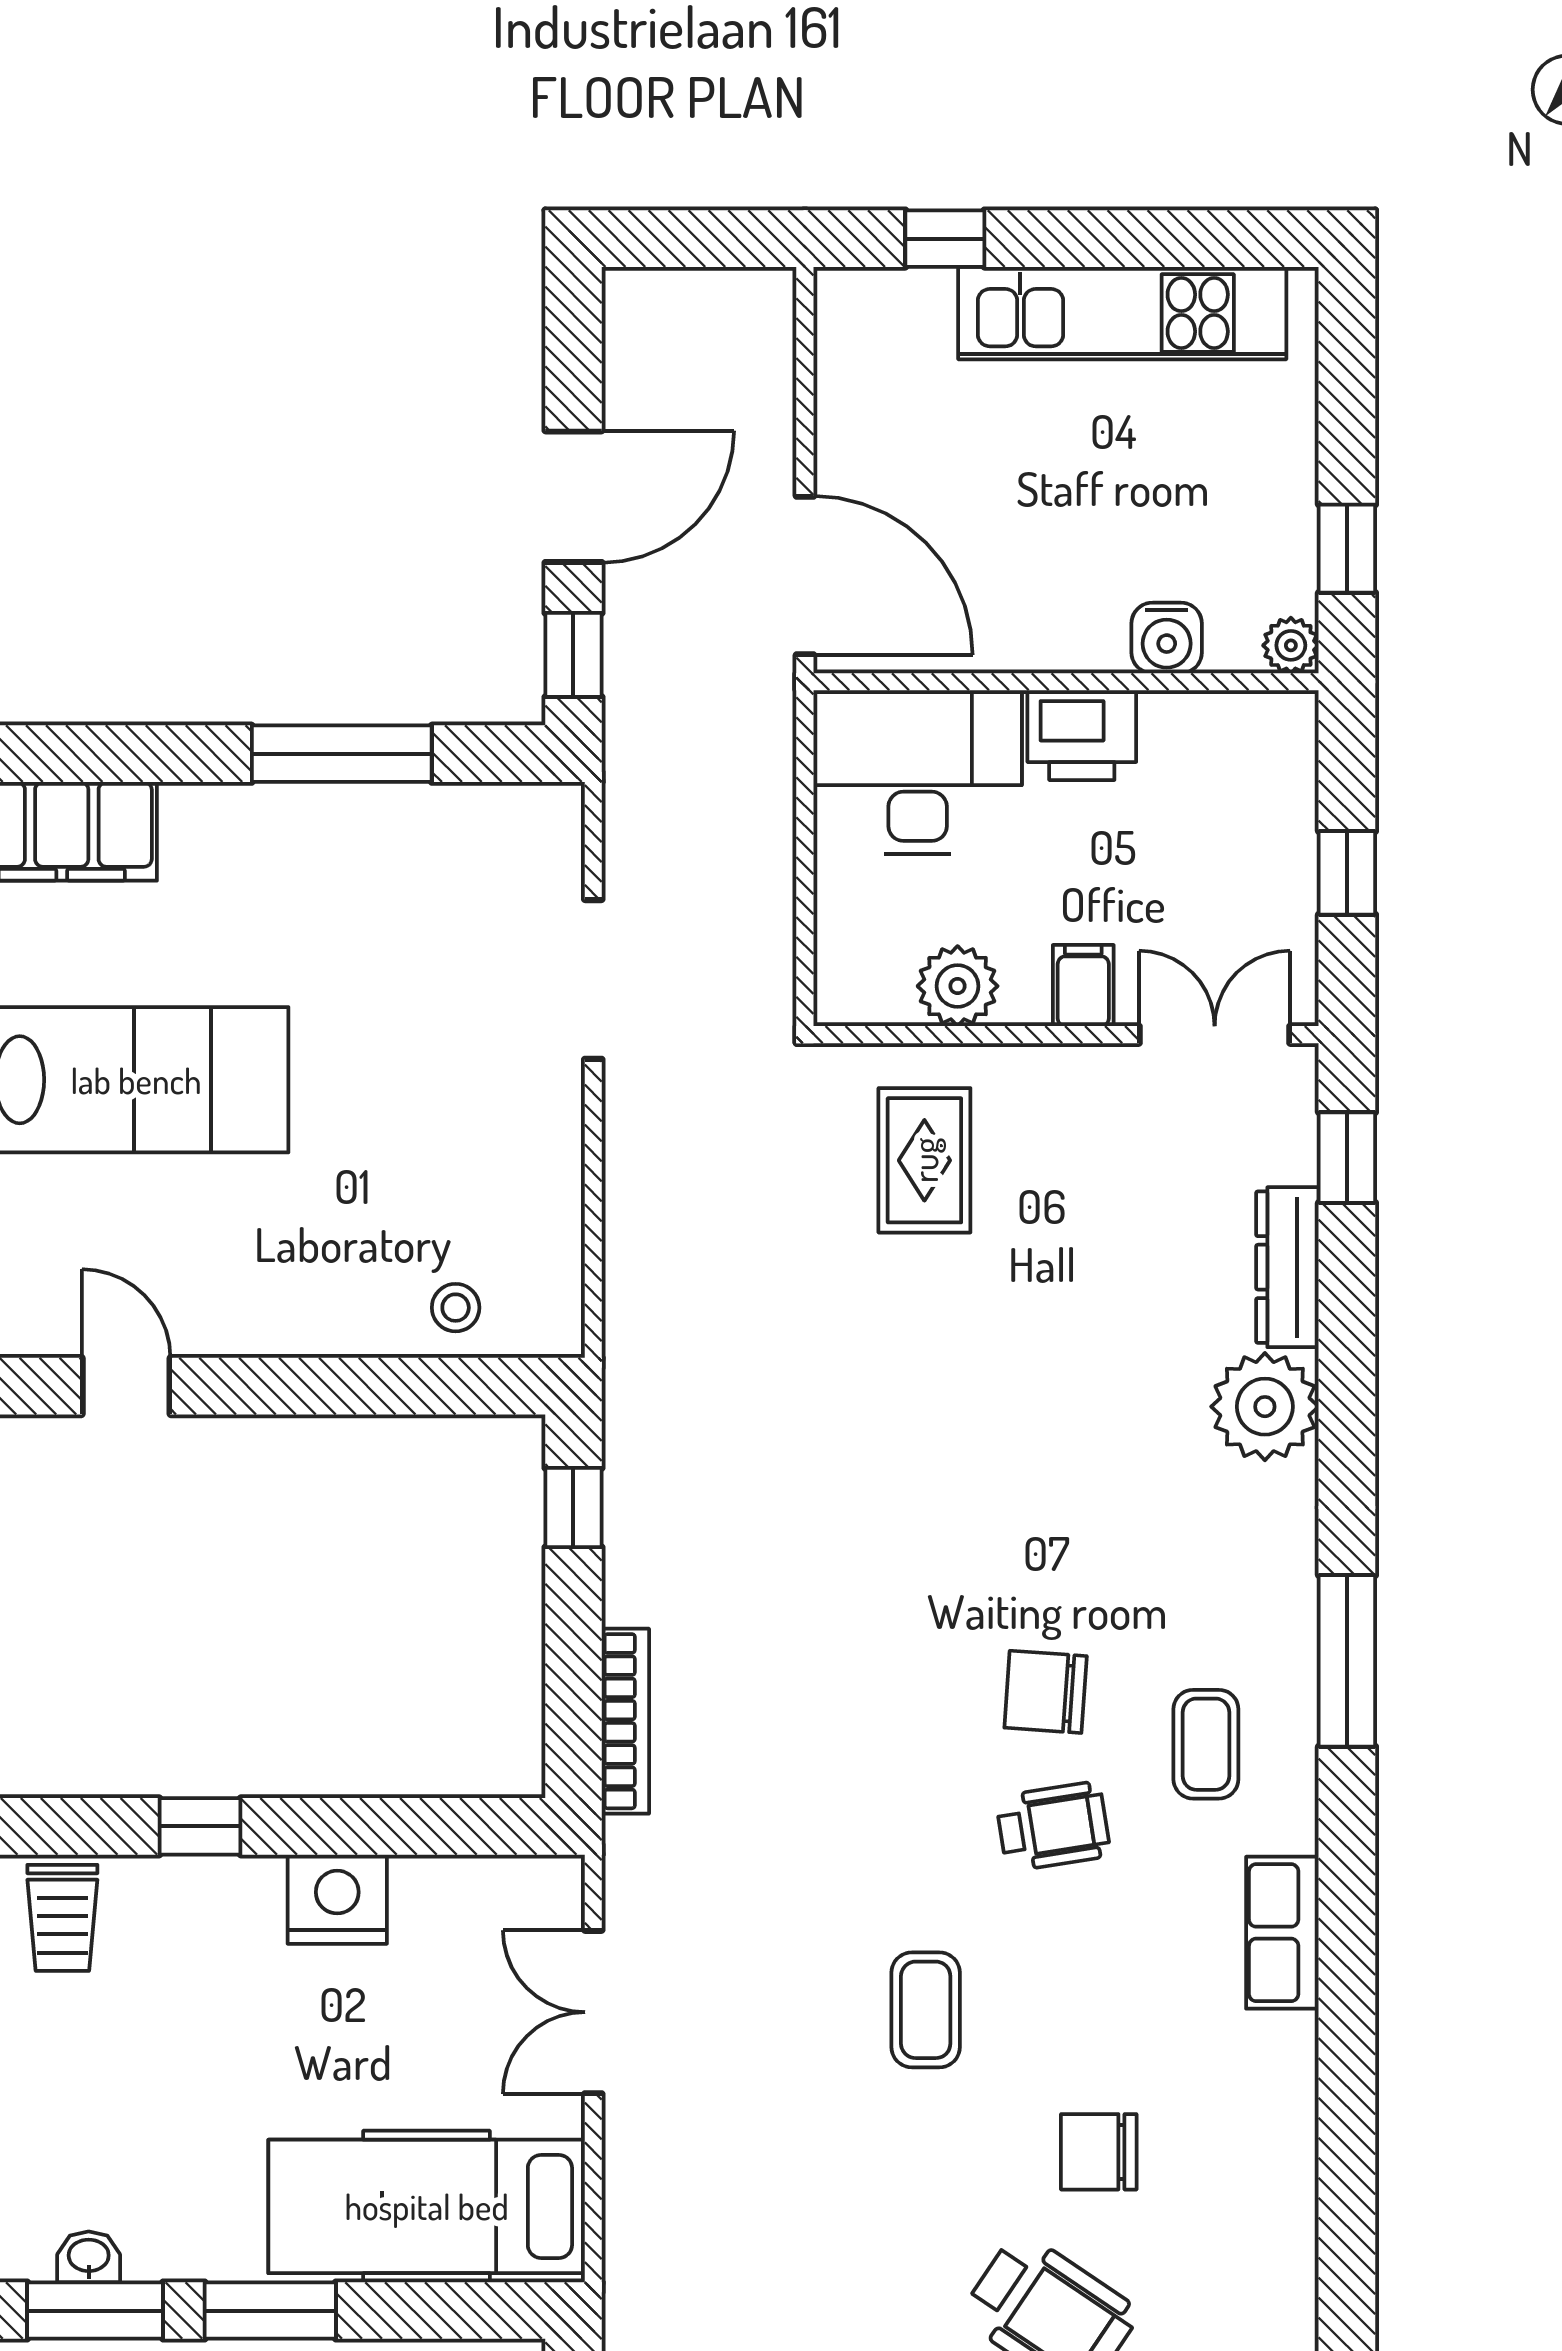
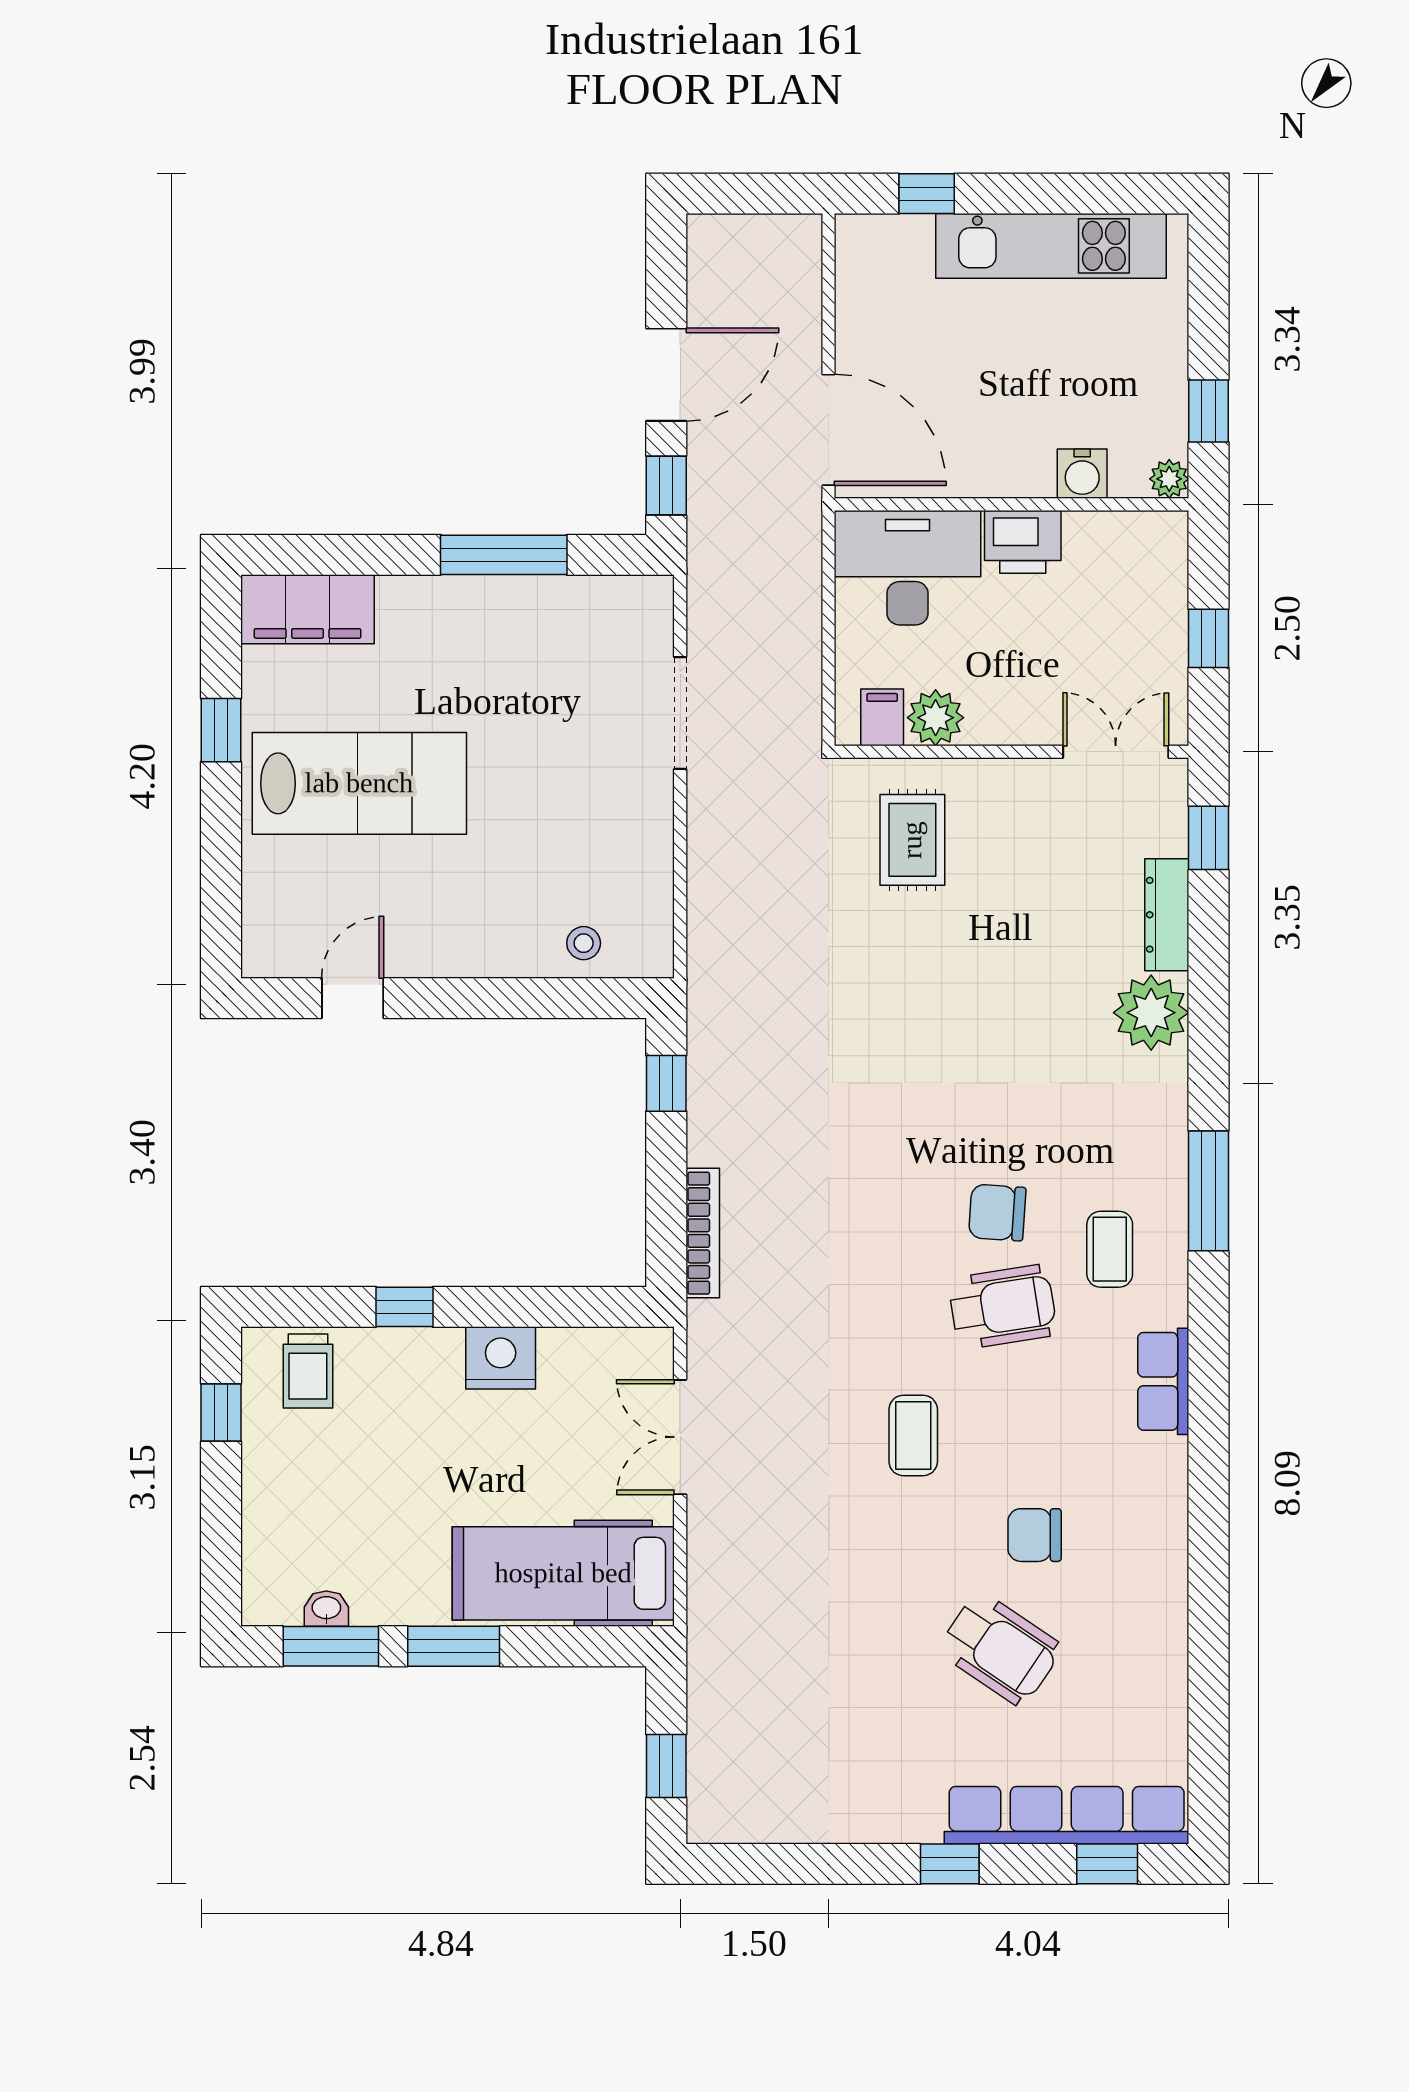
filing cabinet: (1083, 986) -> (882, 717), moved
door: (126, 1386) -> (353, 998), hinge flipped
wheelchair: (1053, 1826) -> (1003, 1307), width x1.36, depth x1.37

